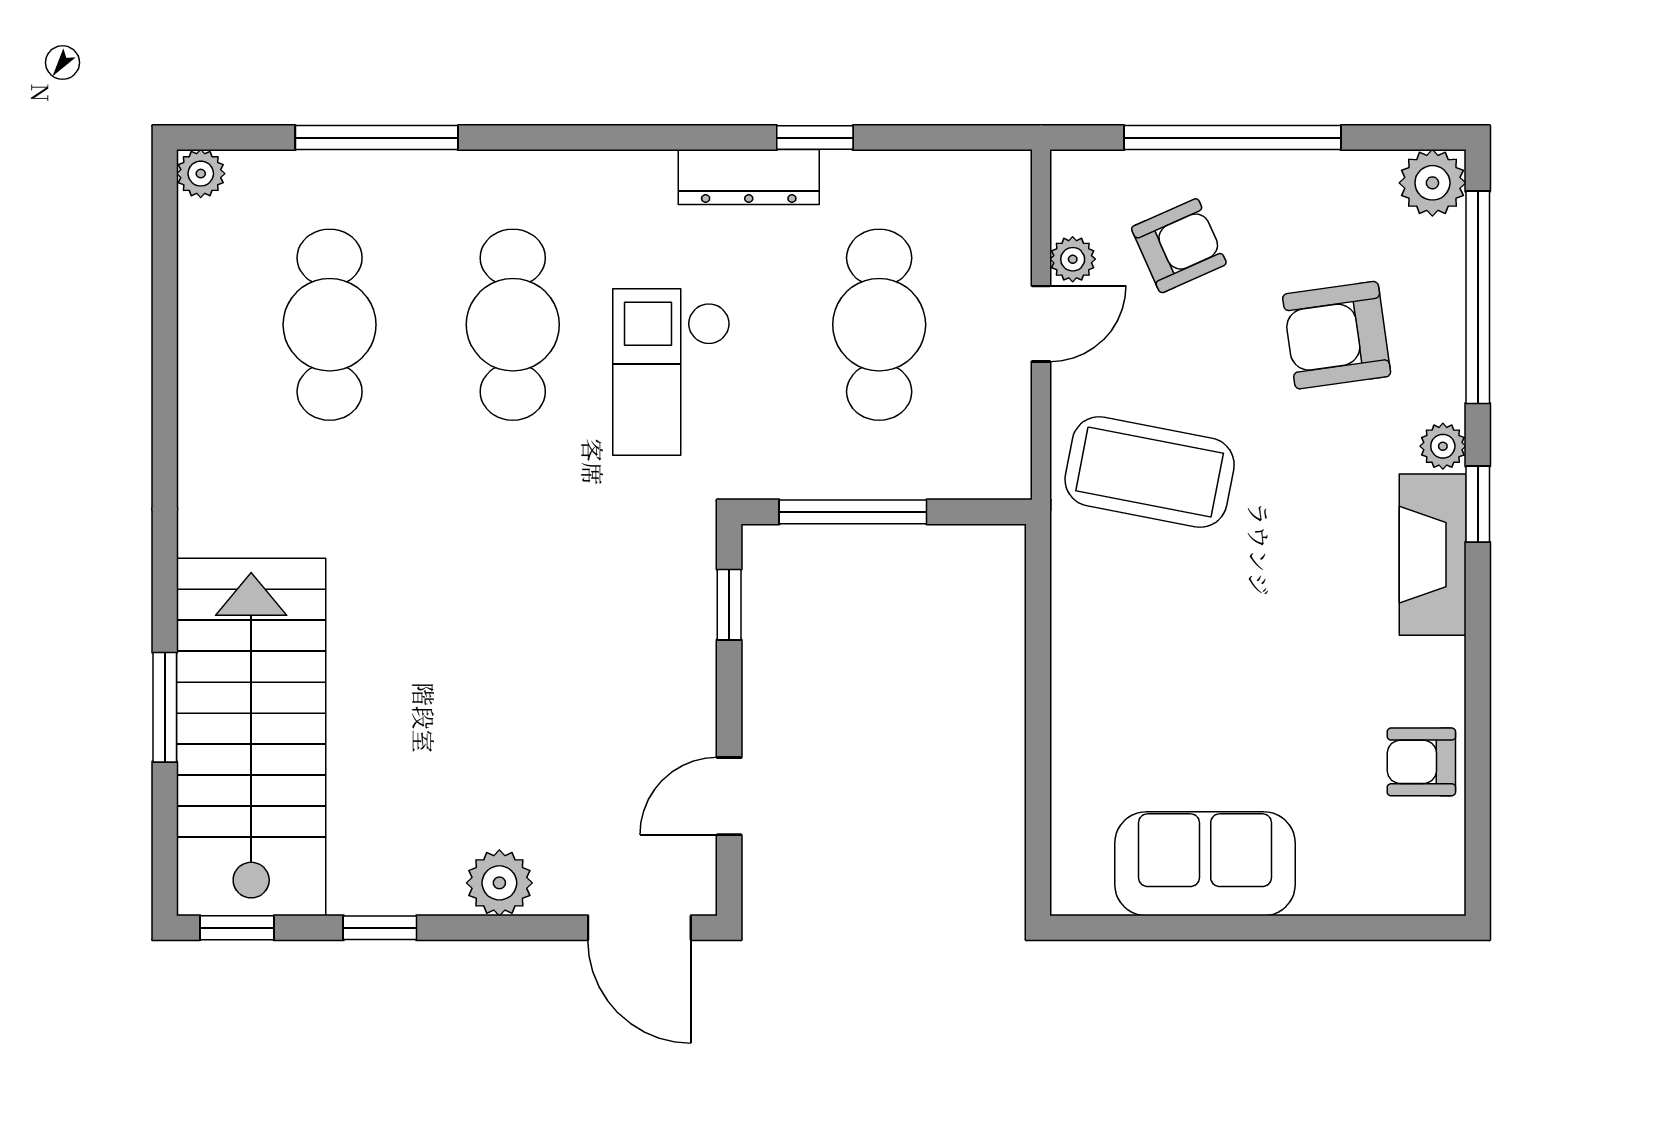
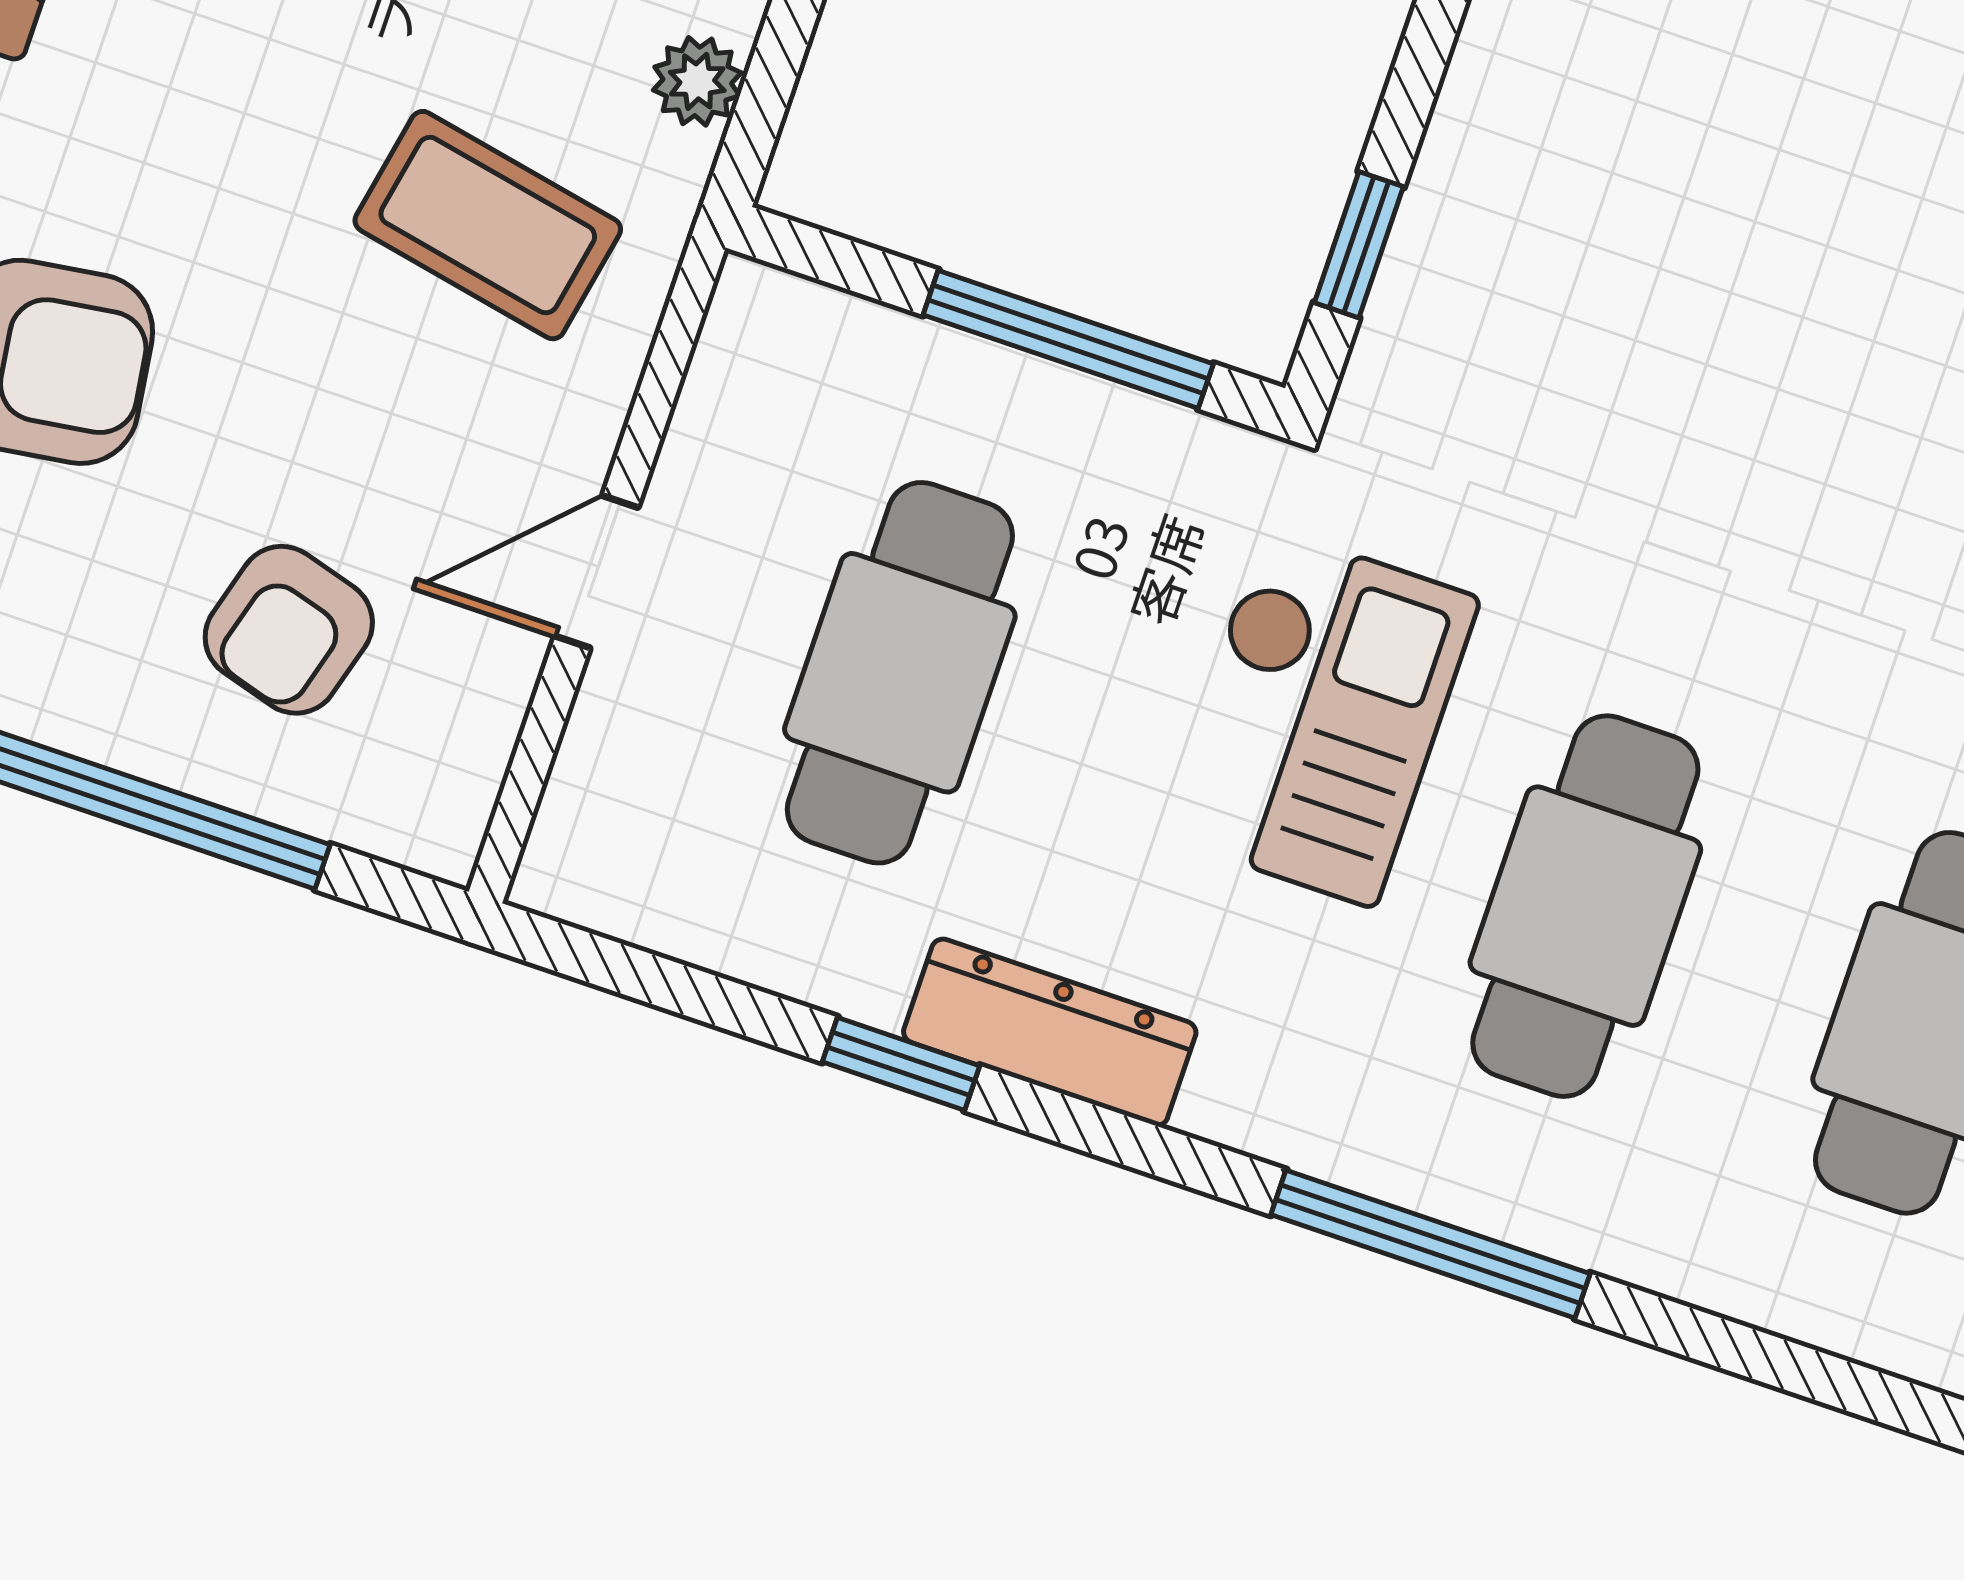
window: (377, 138) -> (1430, 1244), moved
armchair: (1179, 246) -> (289, 630), turned -50
plant: (1073, 259) -> (697, 81), moved
coffee table: (1150, 472) -> (488, 225), width x0.73, depth x0.76

